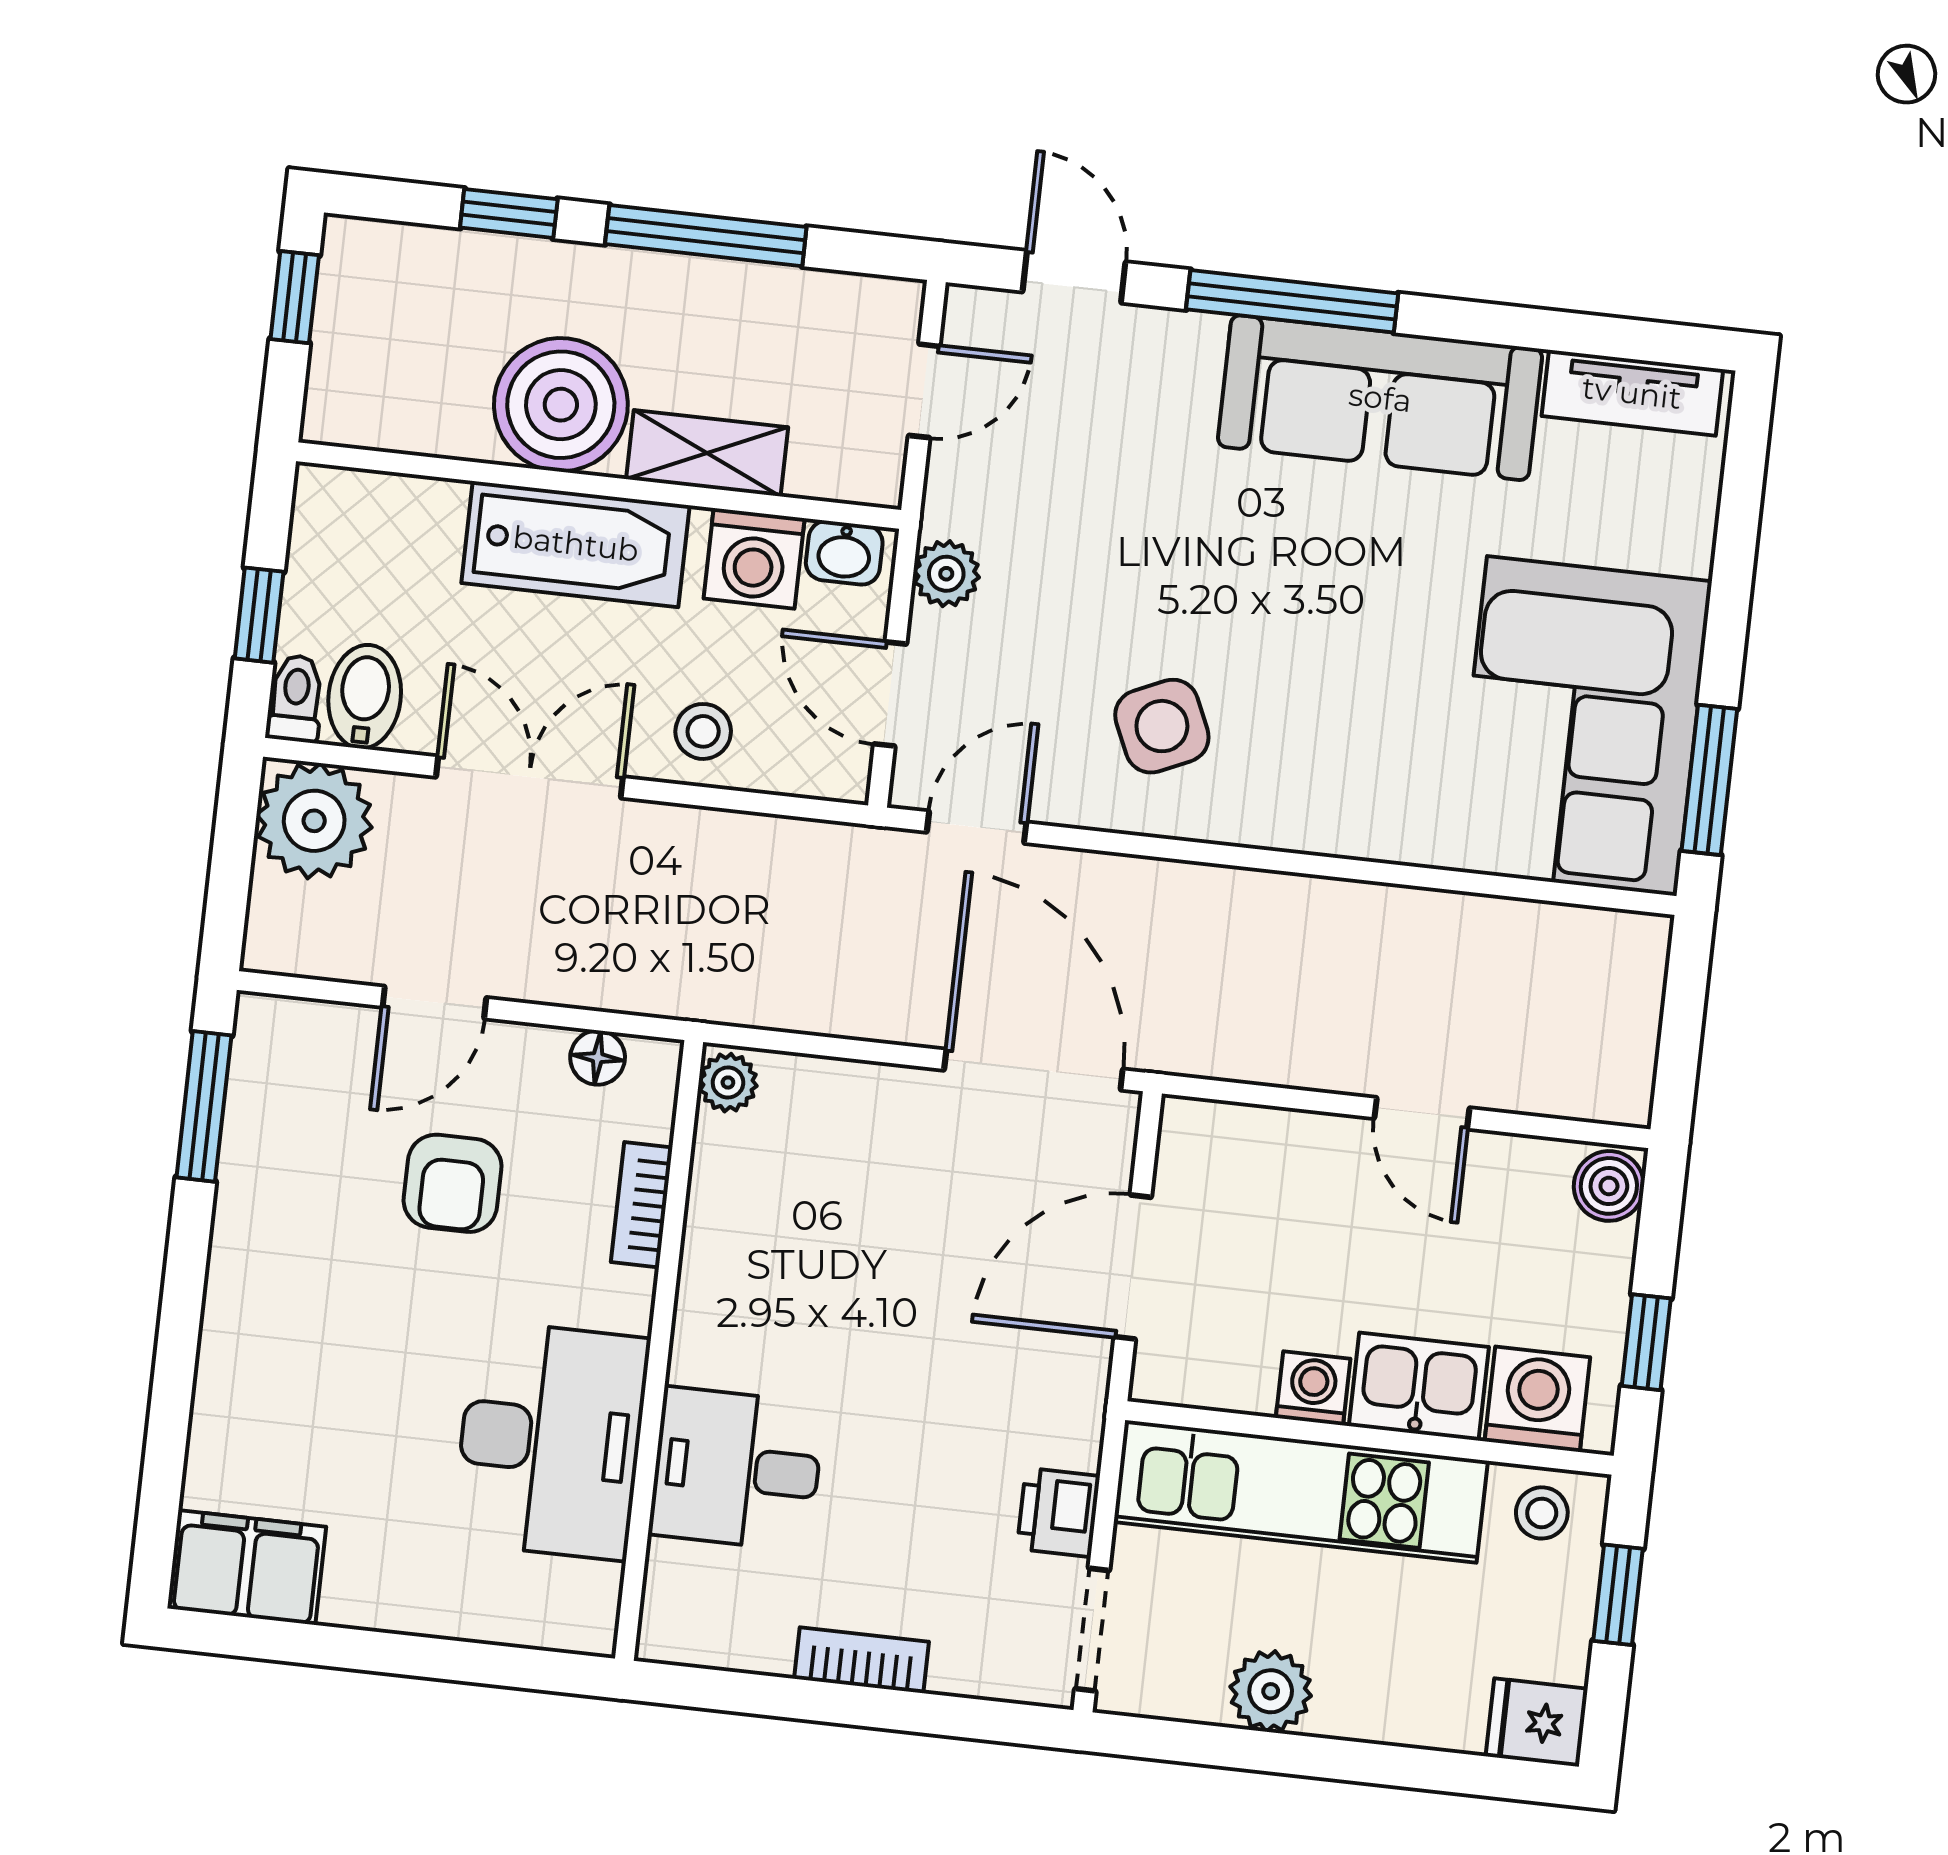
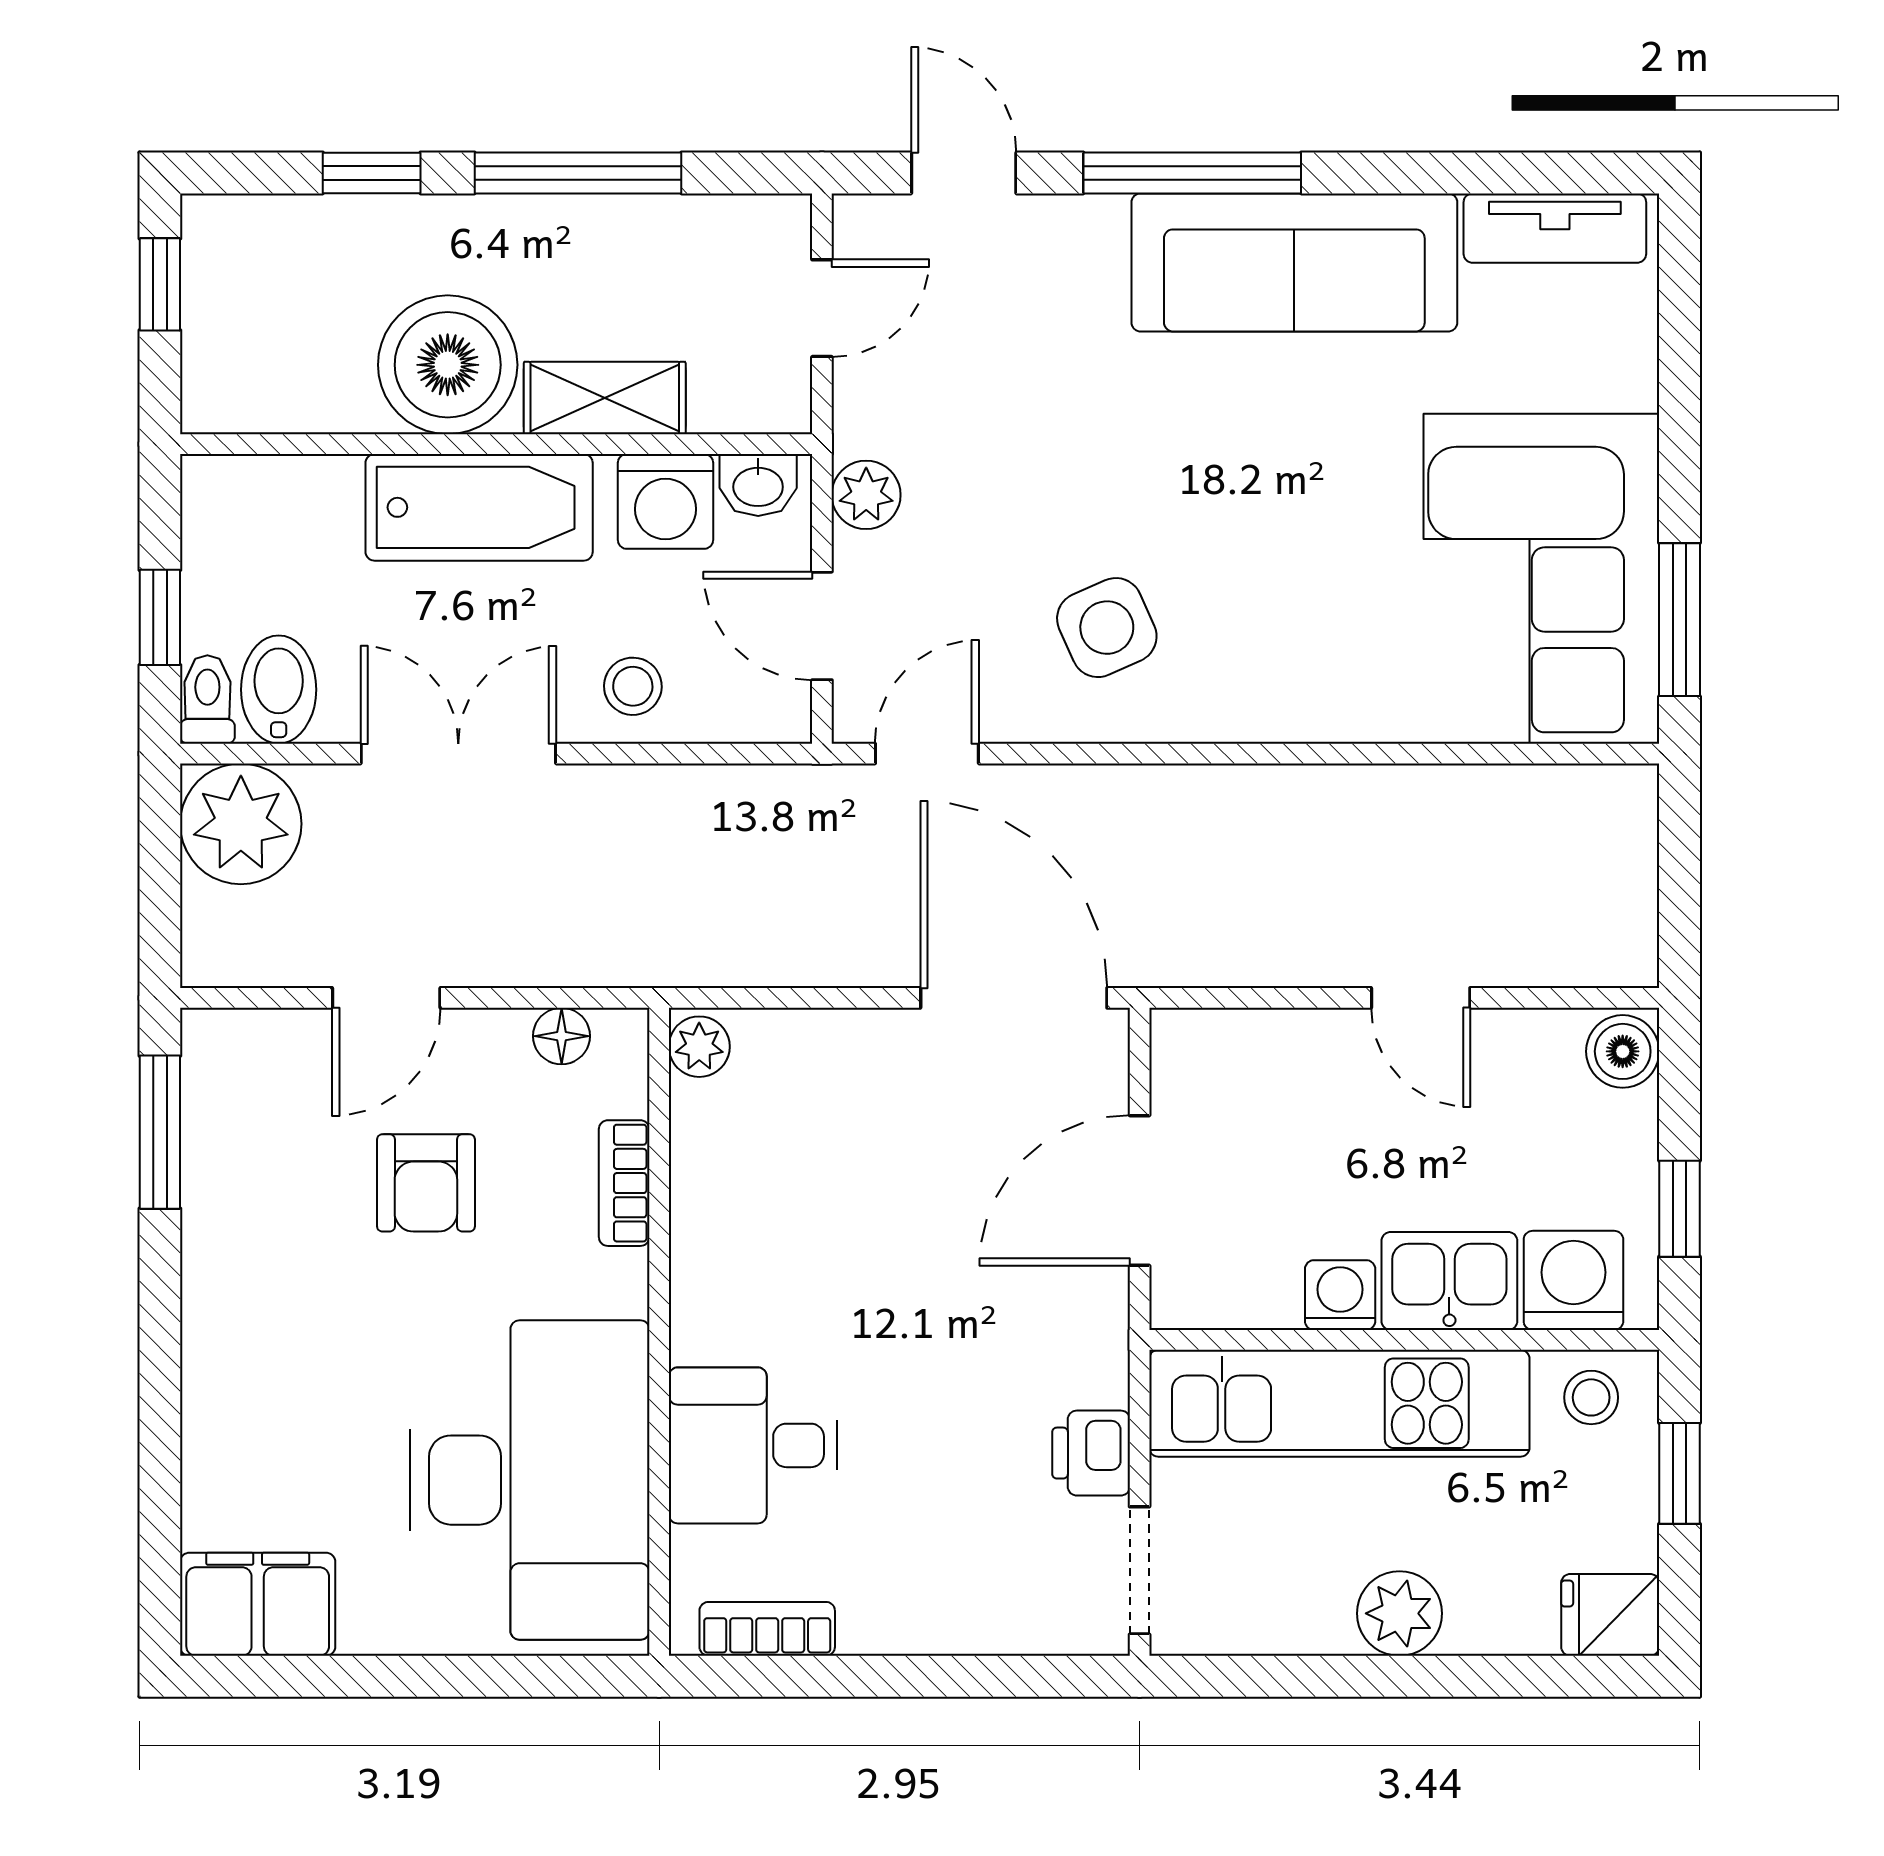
desk: (551, 1440) -> (530, 1480), width x1.36, depth x1.30
bookcase: (862, 1660) -> (767, 1629), moved
plant: (1271, 1691) -> (1399, 1613), moved

